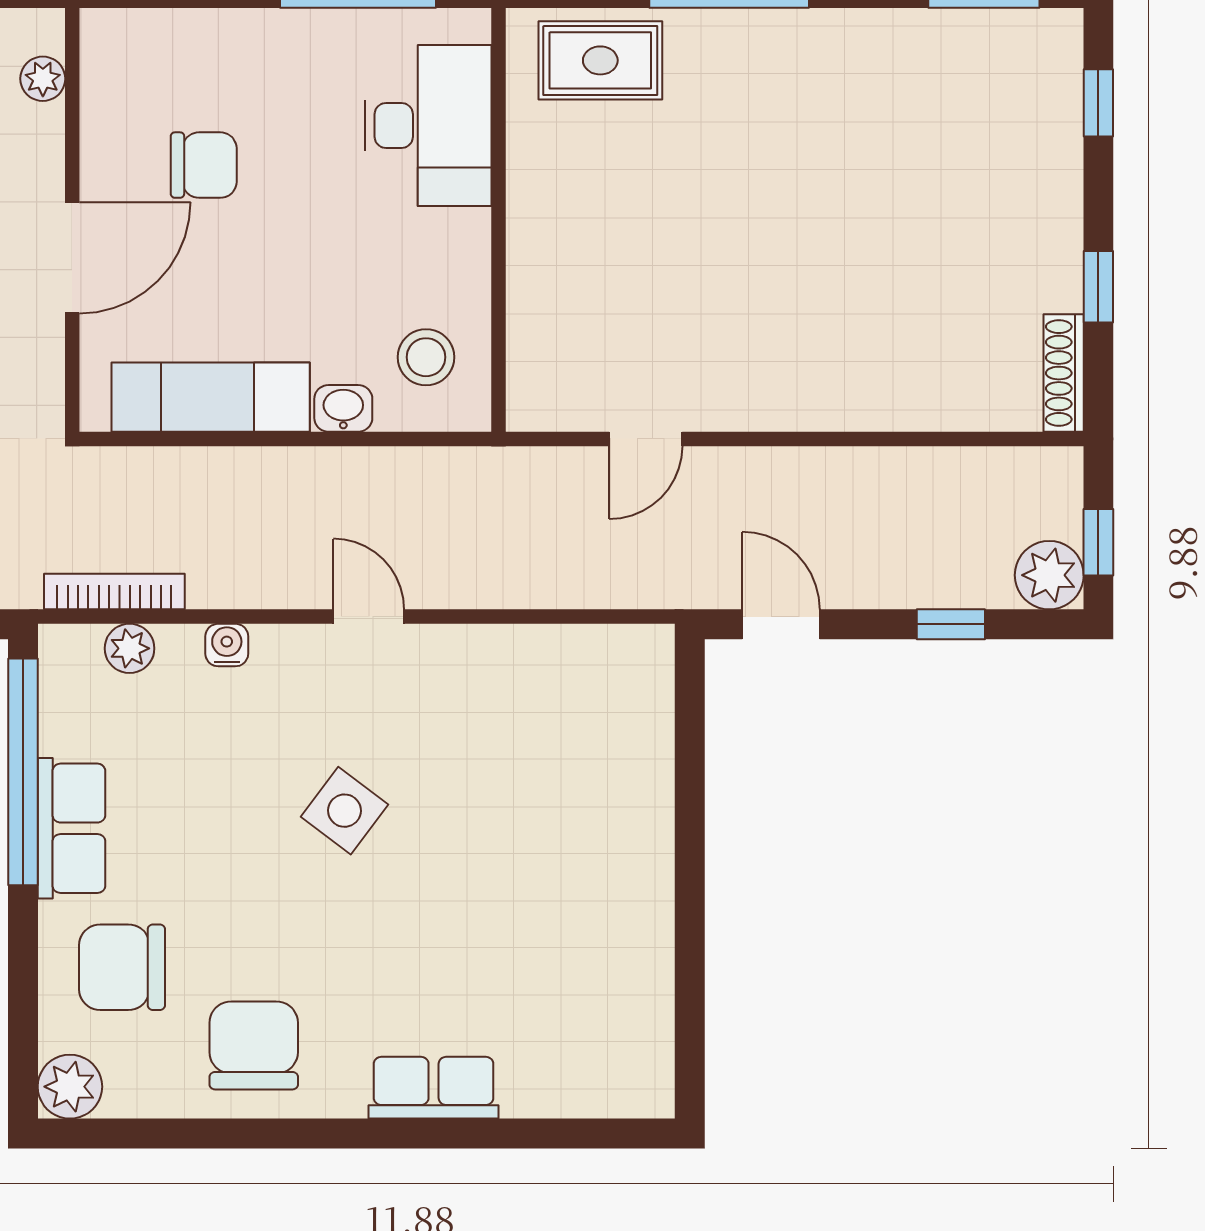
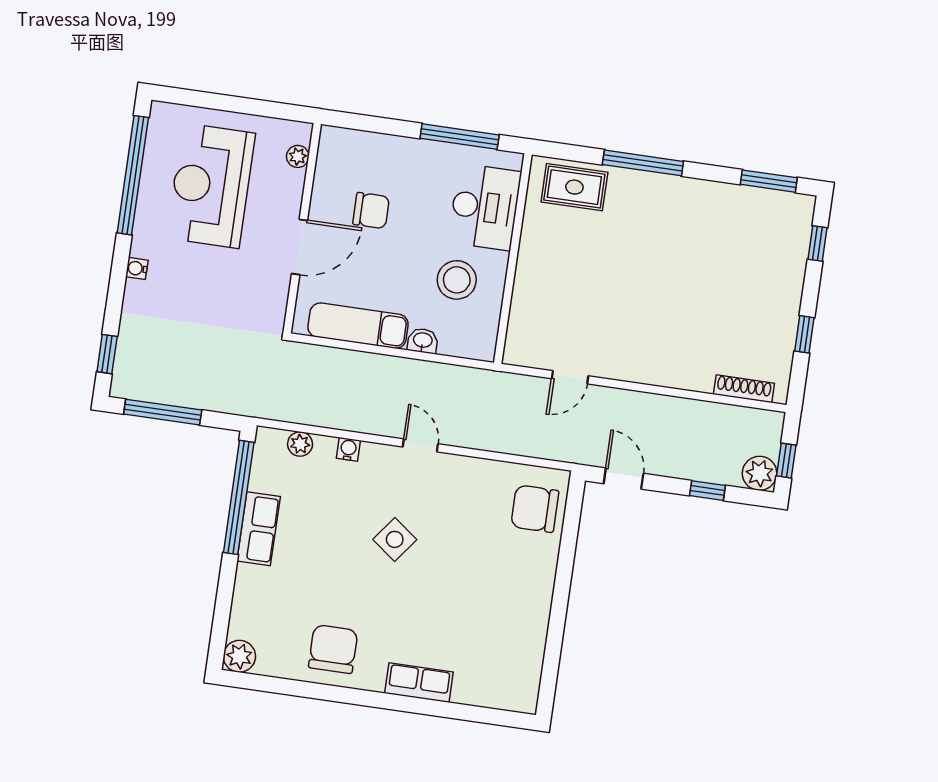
stool: (426, 357) -> (457, 280), moved, width x1.38, depth x1.38
shoe rack: (1064, 373) -> (744, 389), moved, turned 90
bookcase: (114, 591) -> (297, 415), removed
chair: (122, 967) -> (535, 509), moved

